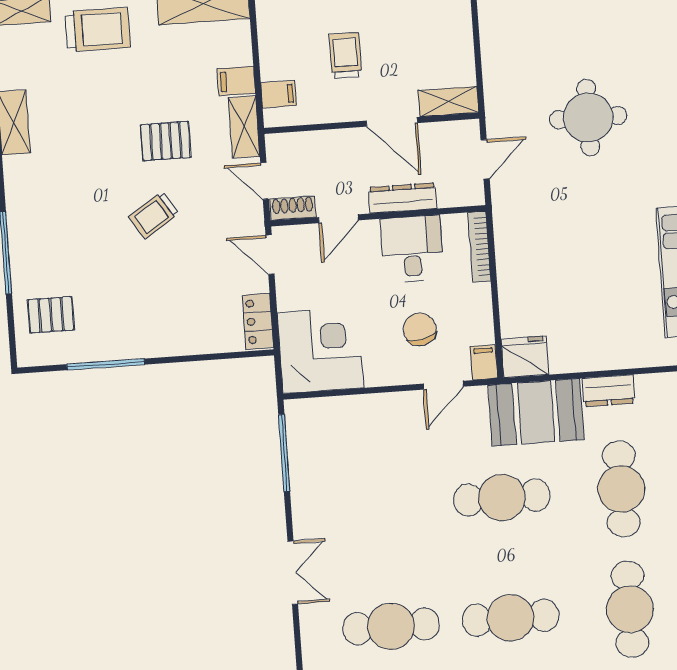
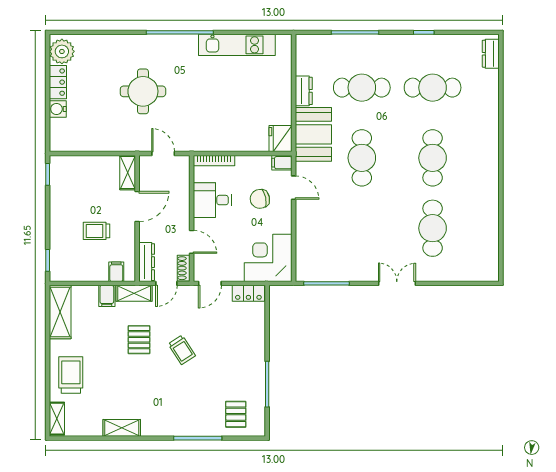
dresser: (403, 198) -> (147, 262), moved, turned 180

